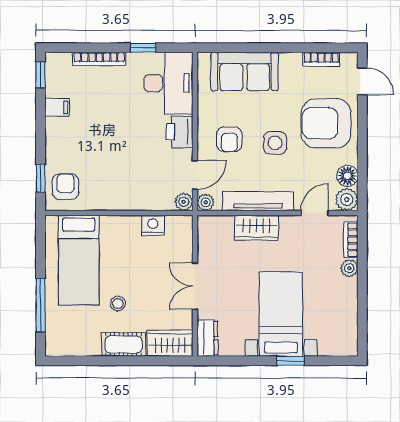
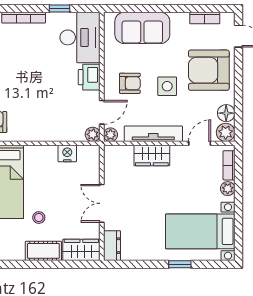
armchair: (229, 139) -> (130, 83), turned -90
bed with nightstands: (281, 314) -> (200, 231), moved, turned -90

